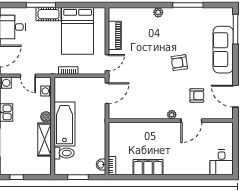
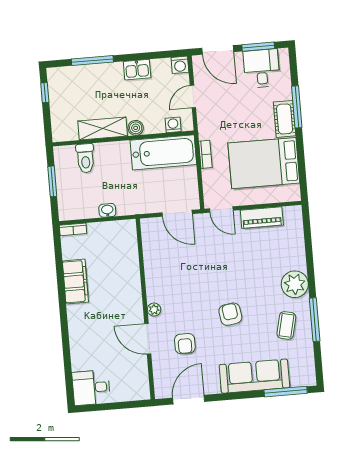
plant: (158, 12) -> (295, 284), width x1.88, depth x1.88
coffee table: (190, 25) -> (286, 325), added
bathtub: (64, 124) -> (163, 152), moved
washbasin: (101, 165) -> (107, 210), moved

